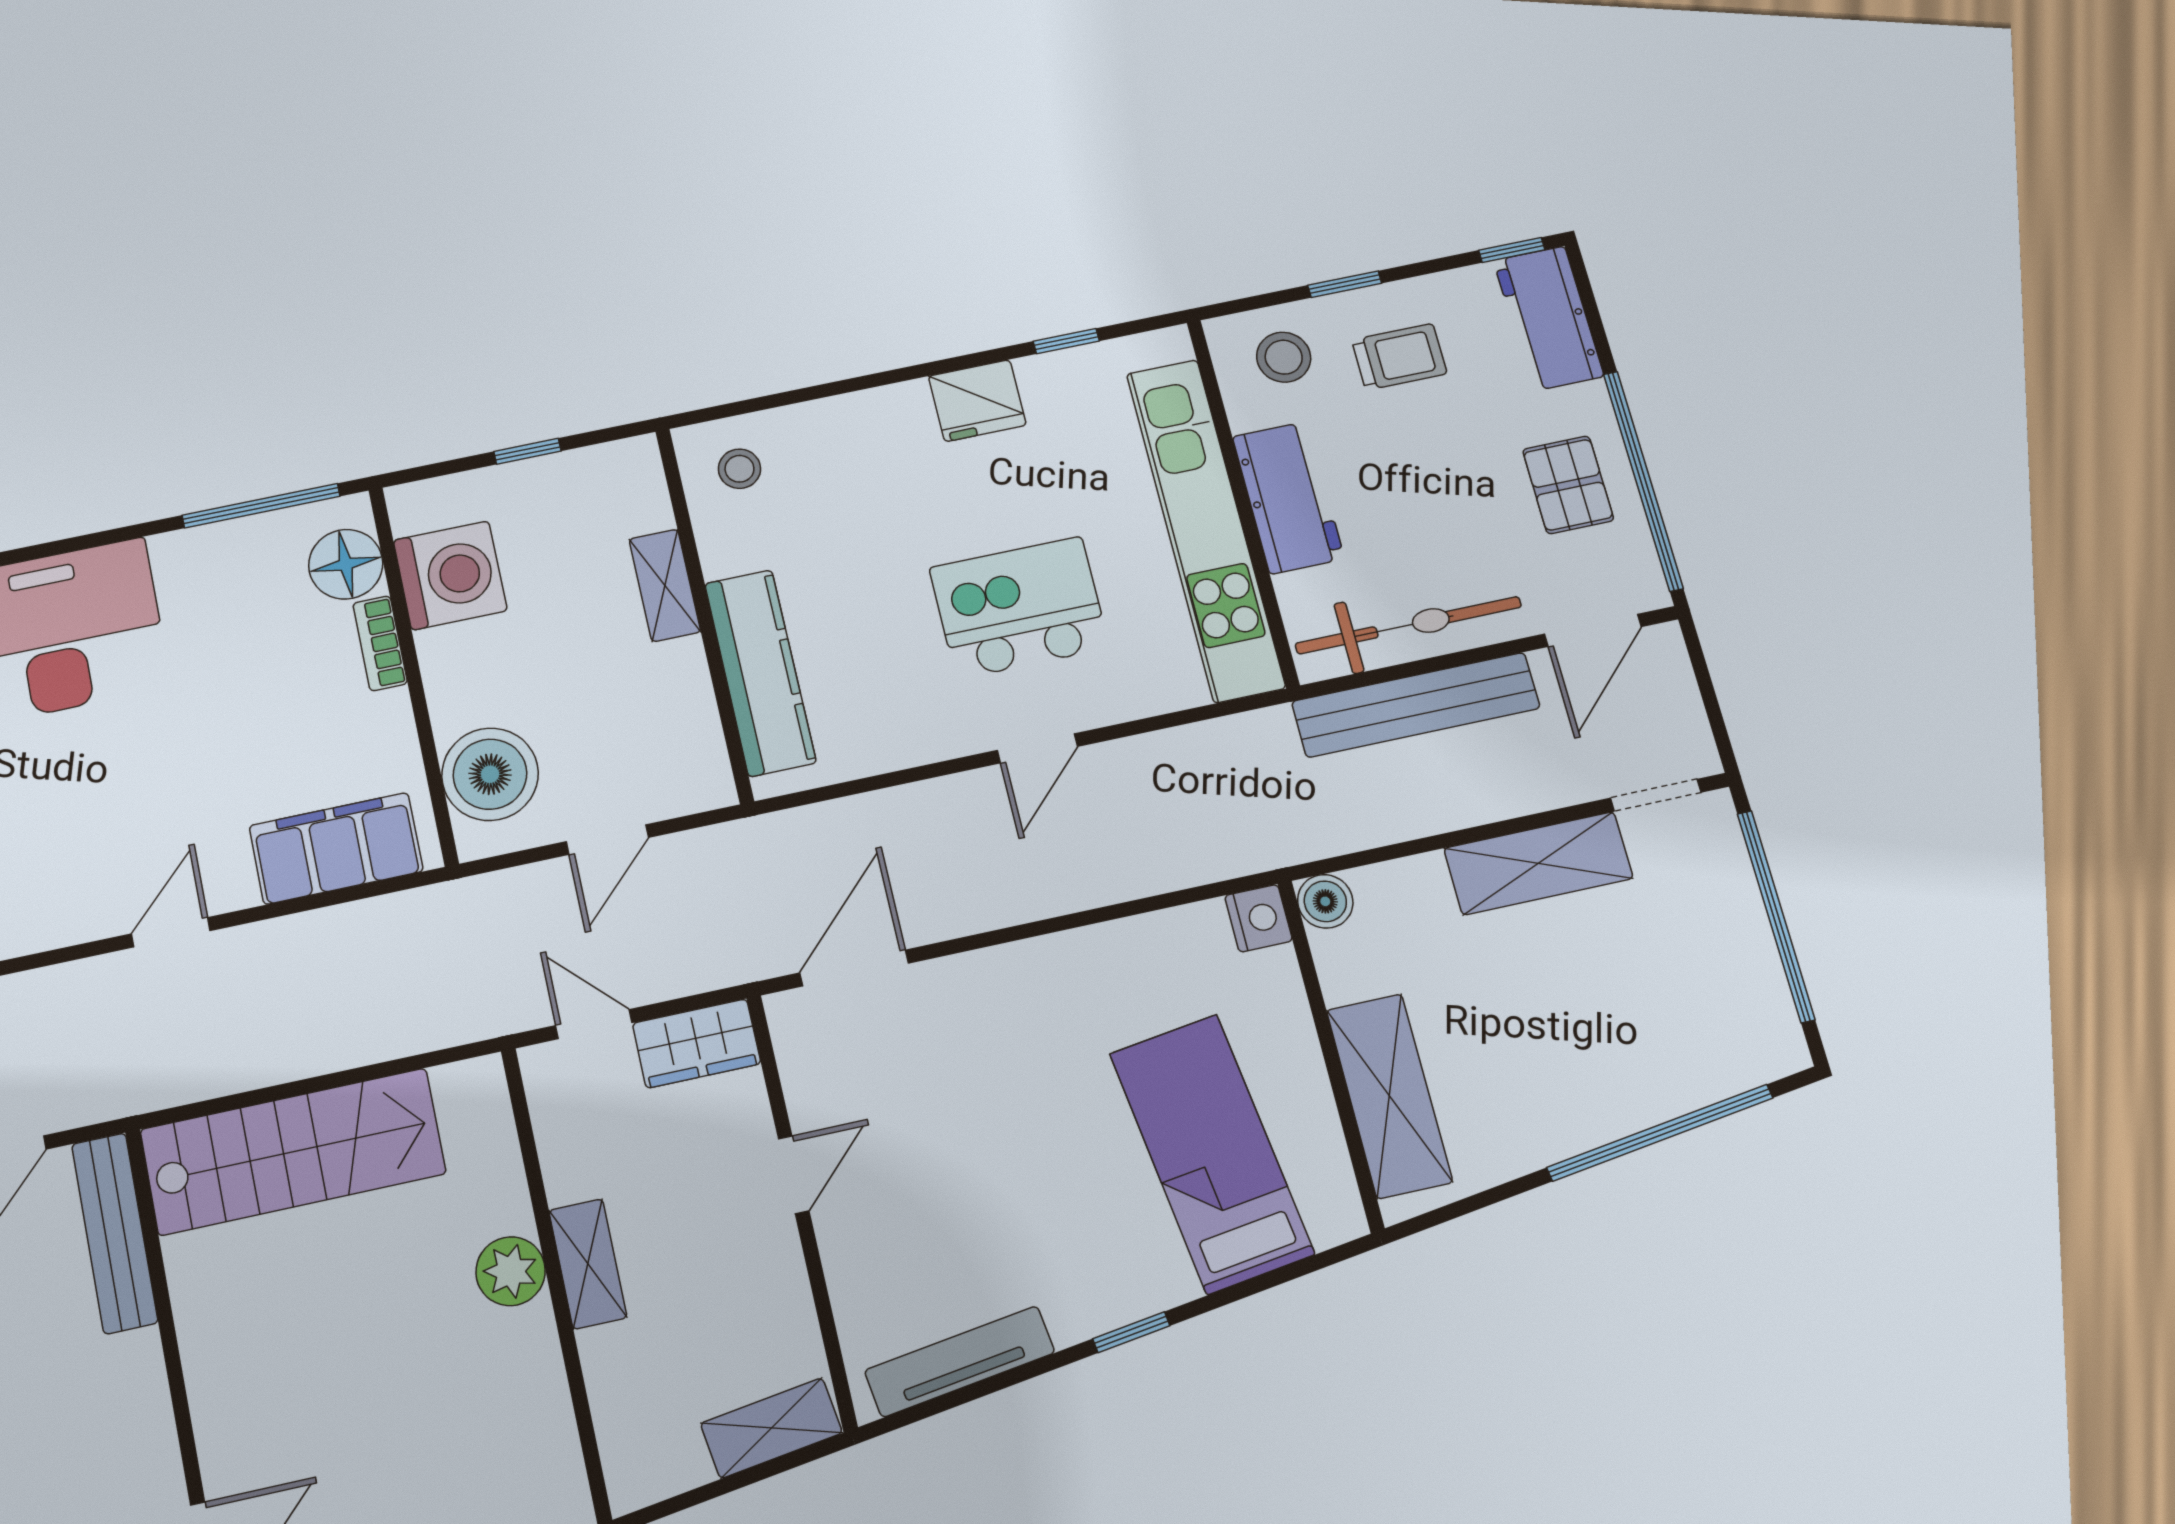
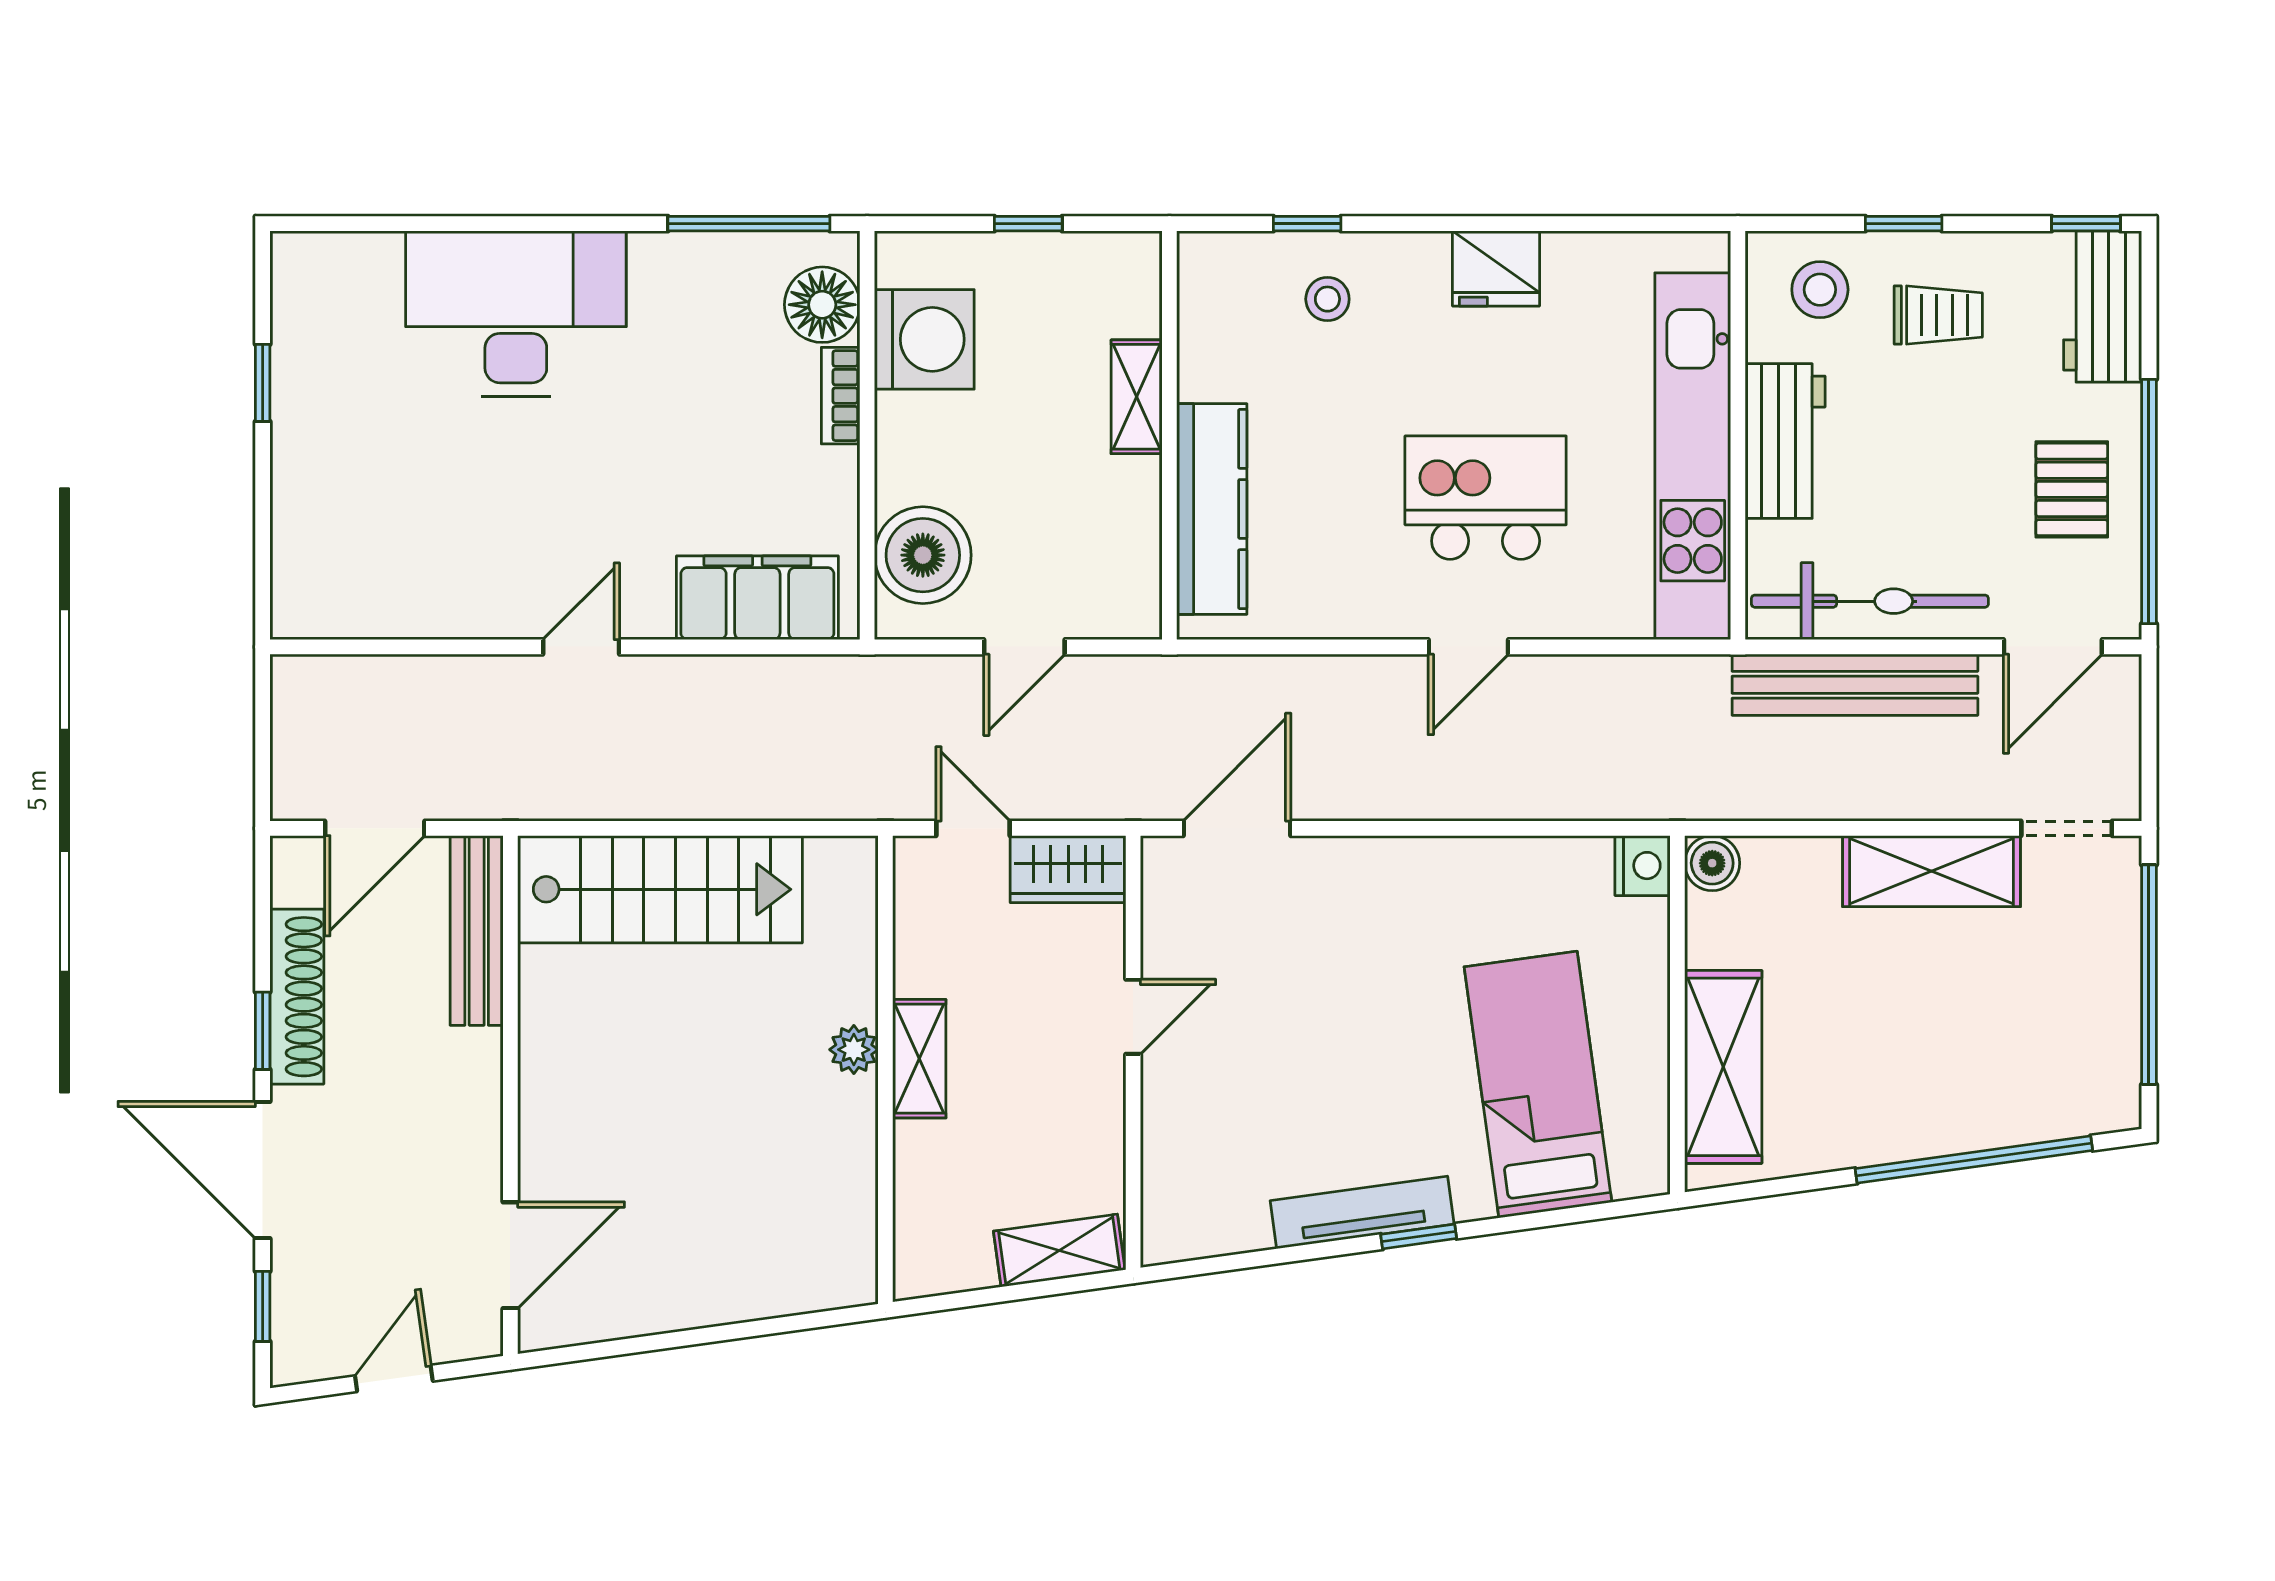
window: (1066, 341) -> (1307, 224), moved
stool: (739, 469) -> (1327, 299), moved
plant: (511, 1271) -> (854, 1050), width x0.73, depth x0.73
tv unit: (960, 1362) -> (1362, 1212), moved

